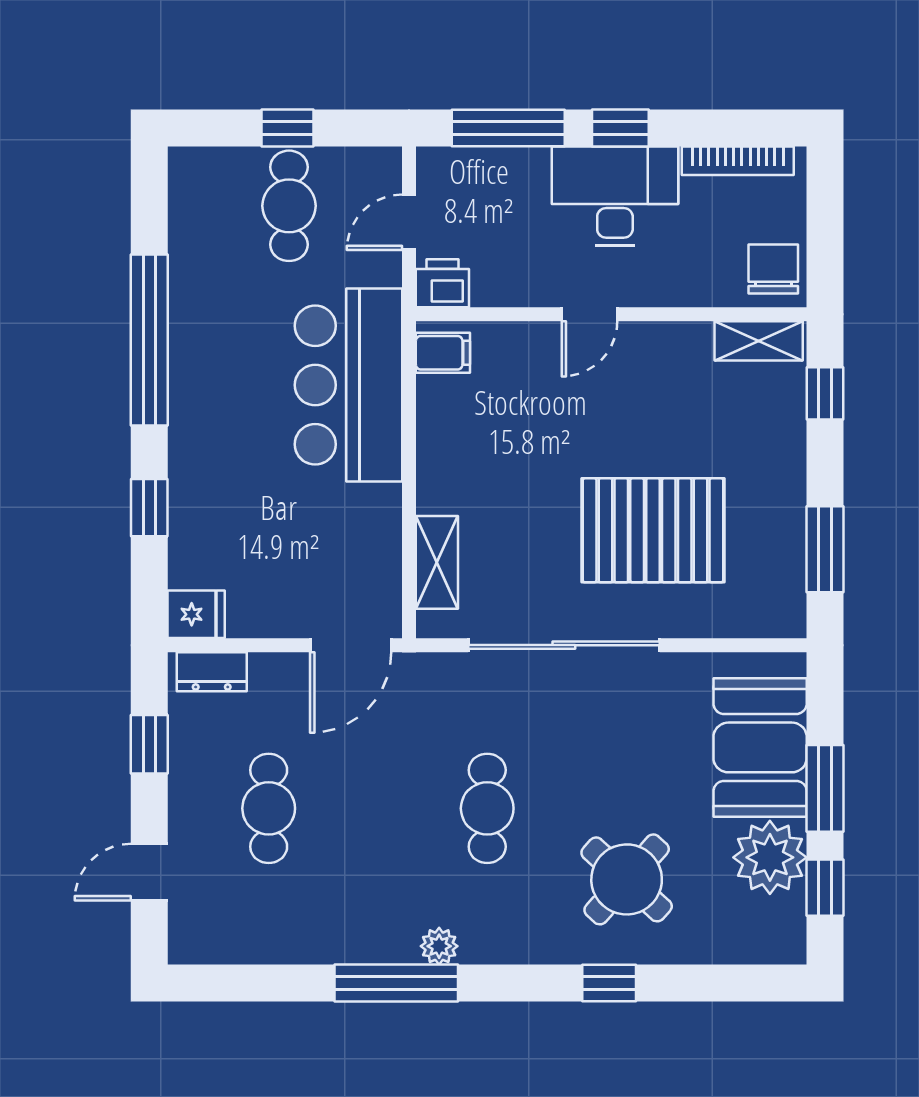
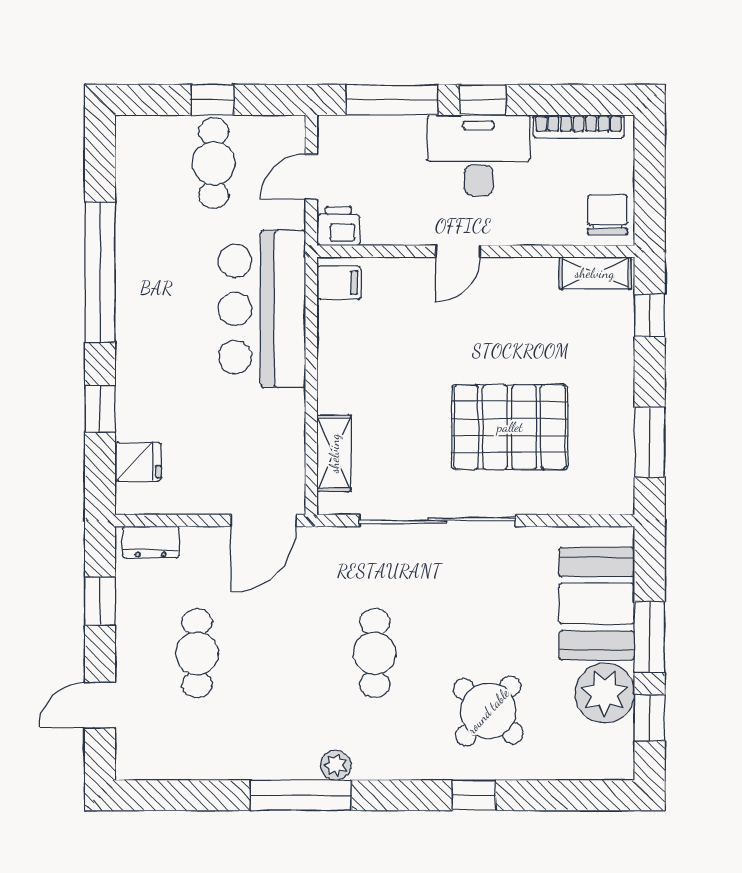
fridge: (196, 614) -> (138, 462), moved

